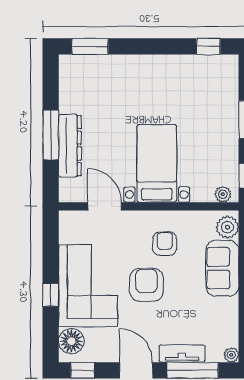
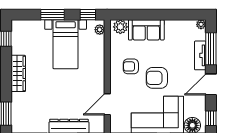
wardrobe: (153, 66) -> (18, 73), added
bed with nightstands: (157, 163) -> (66, 44), moved, turned -90

